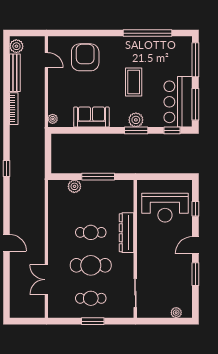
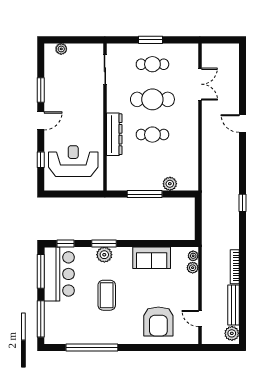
plant: (53, 108) -> (193, 268), added

